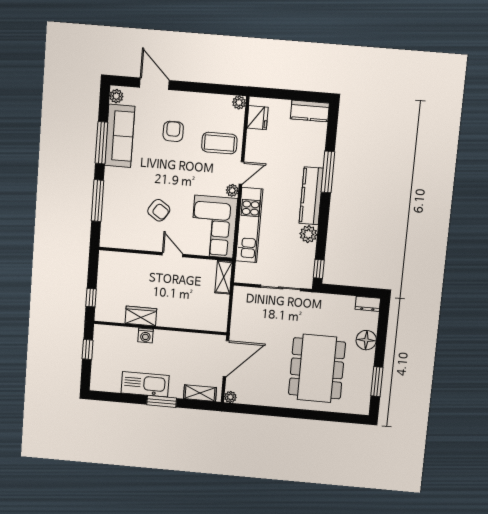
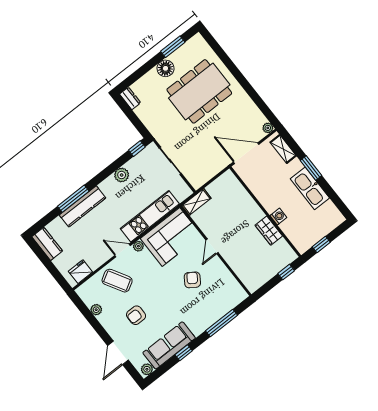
plant: (239, 102) -> (96, 310), moved
window: (101, 143) -> (184, 353), width x0.46
coffee table: (219, 143) -> (117, 281), turned -30
kitchen counter: (311, 196) -> (83, 206), moved
floor lamp: (366, 340) -> (165, 68), moved

